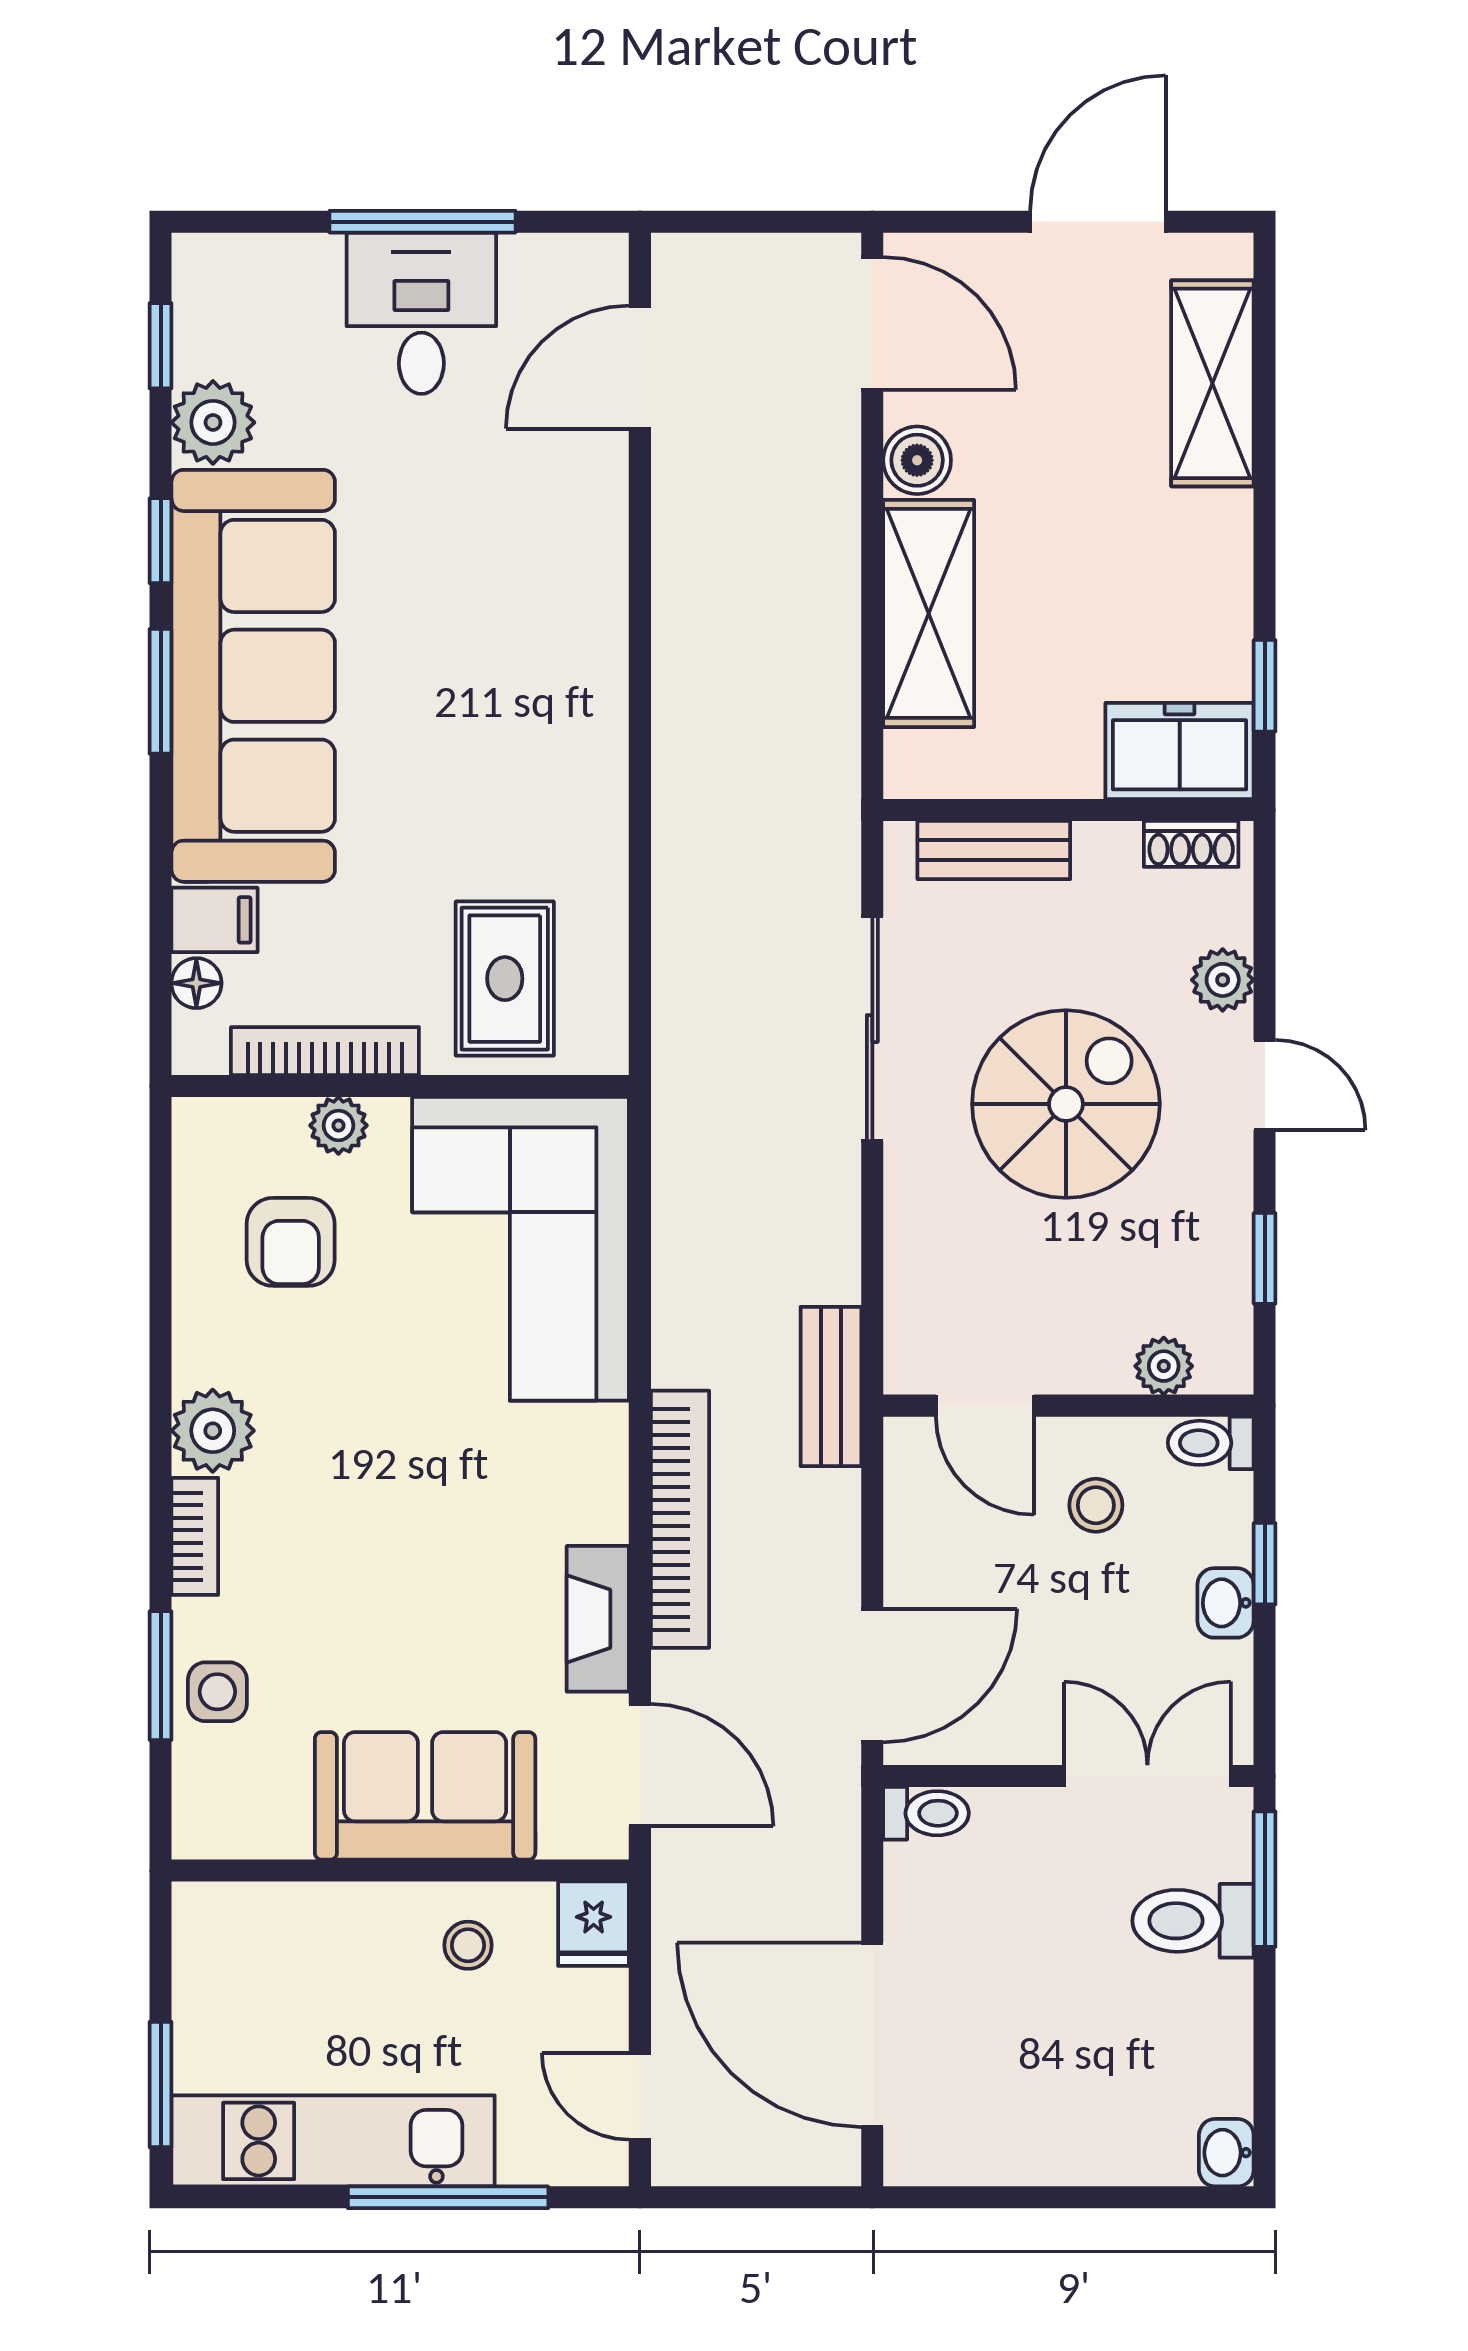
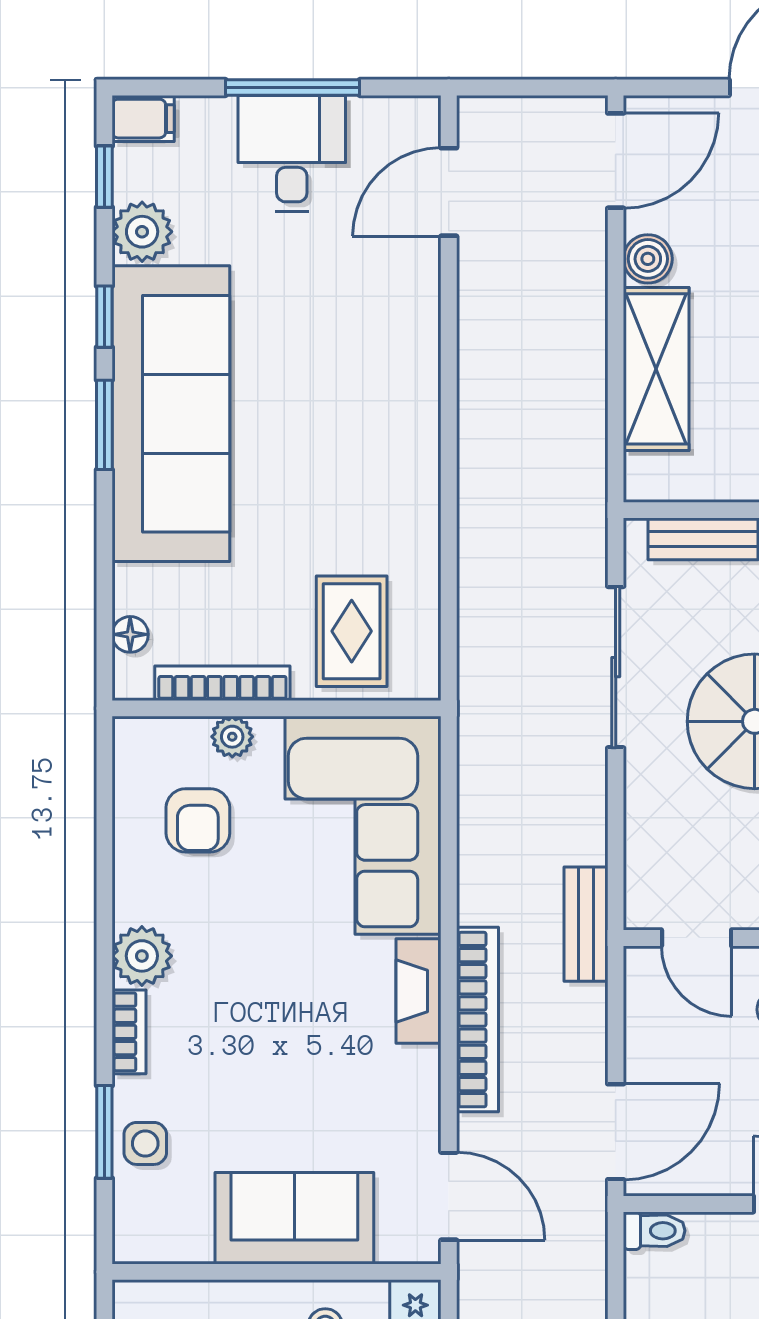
door: (872, 323) -> (616, 161), hinge flipped
filing cabinet: (214, 920) -> (143, 119), moved
fireplace: (598, 1619) -> (419, 991), moved

